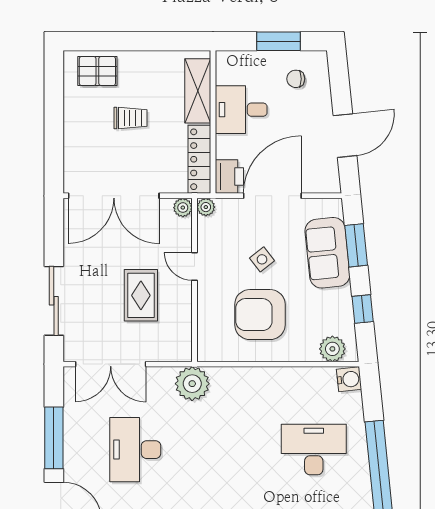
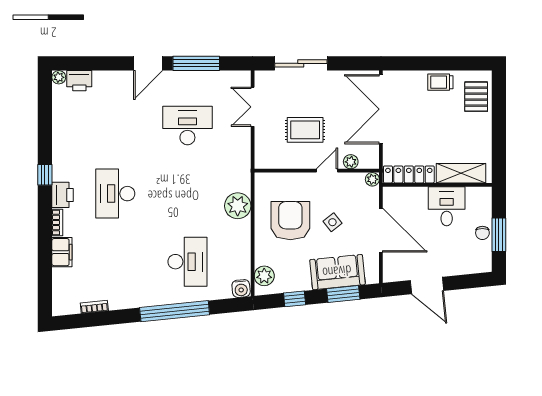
chair: (296, 79) -> (482, 233), moved, turned 180
trolley: (131, 118) -> (440, 82), moved, turned 90
printer: (229, 177) -> (396, 197), removed
plant: (183, 208) -> (351, 162), moved
double door: (111, 364) -> (253, 107), width x0.73
plant: (192, 384) -> (238, 206), moved

